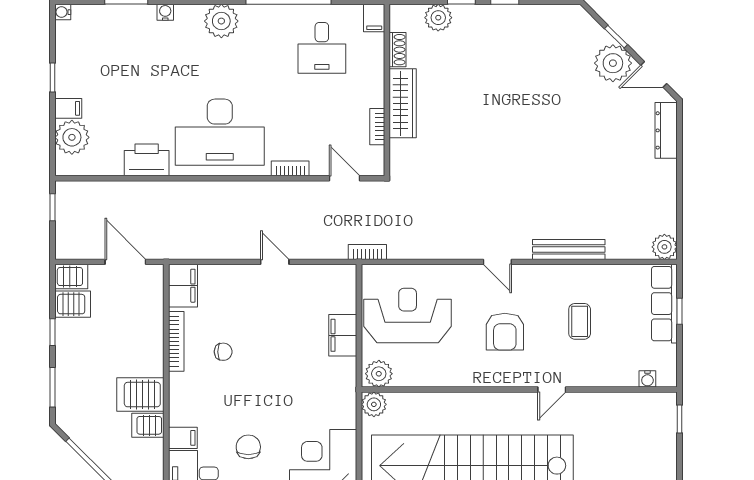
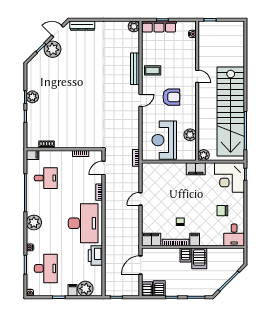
plant: (438, 18) -> (32, 97), moved
desk: (118, 48) -> (46, 268), added
door: (654, 74) -> (58, 31), swing flipped
wardrobe: (403, 103) -> (70, 142), removed
coffee table: (580, 321) -> (153, 70), moved
filing cabinet: (343, 335) -> (196, 169), moved
plant: (379, 374) -> (190, 135), moved
server rack: (148, 425) -> (186, 255), moved
filing cabinet: (183, 438) -> (195, 240), moved

